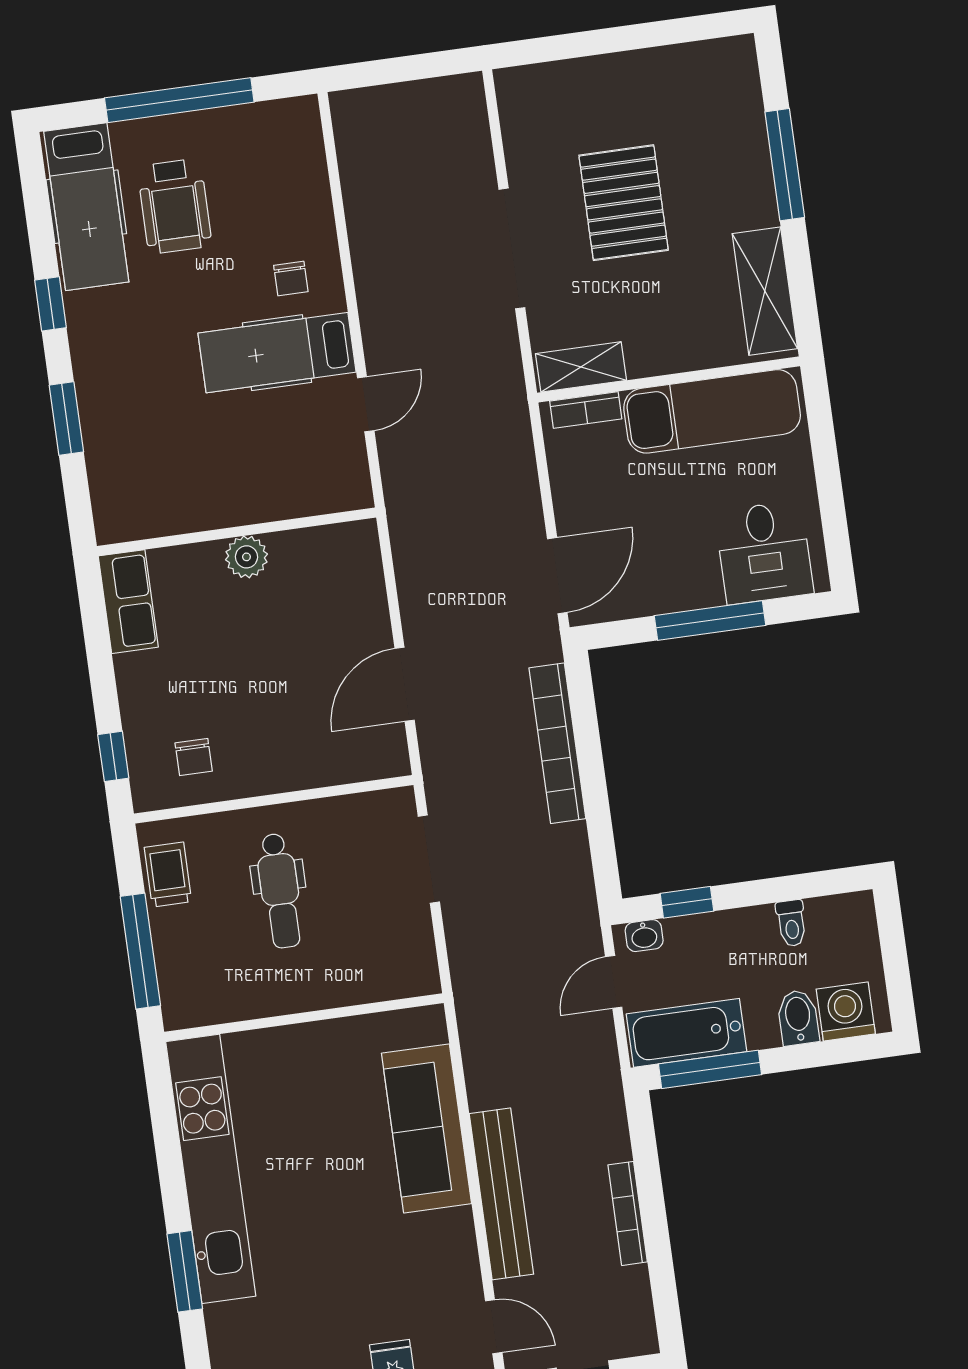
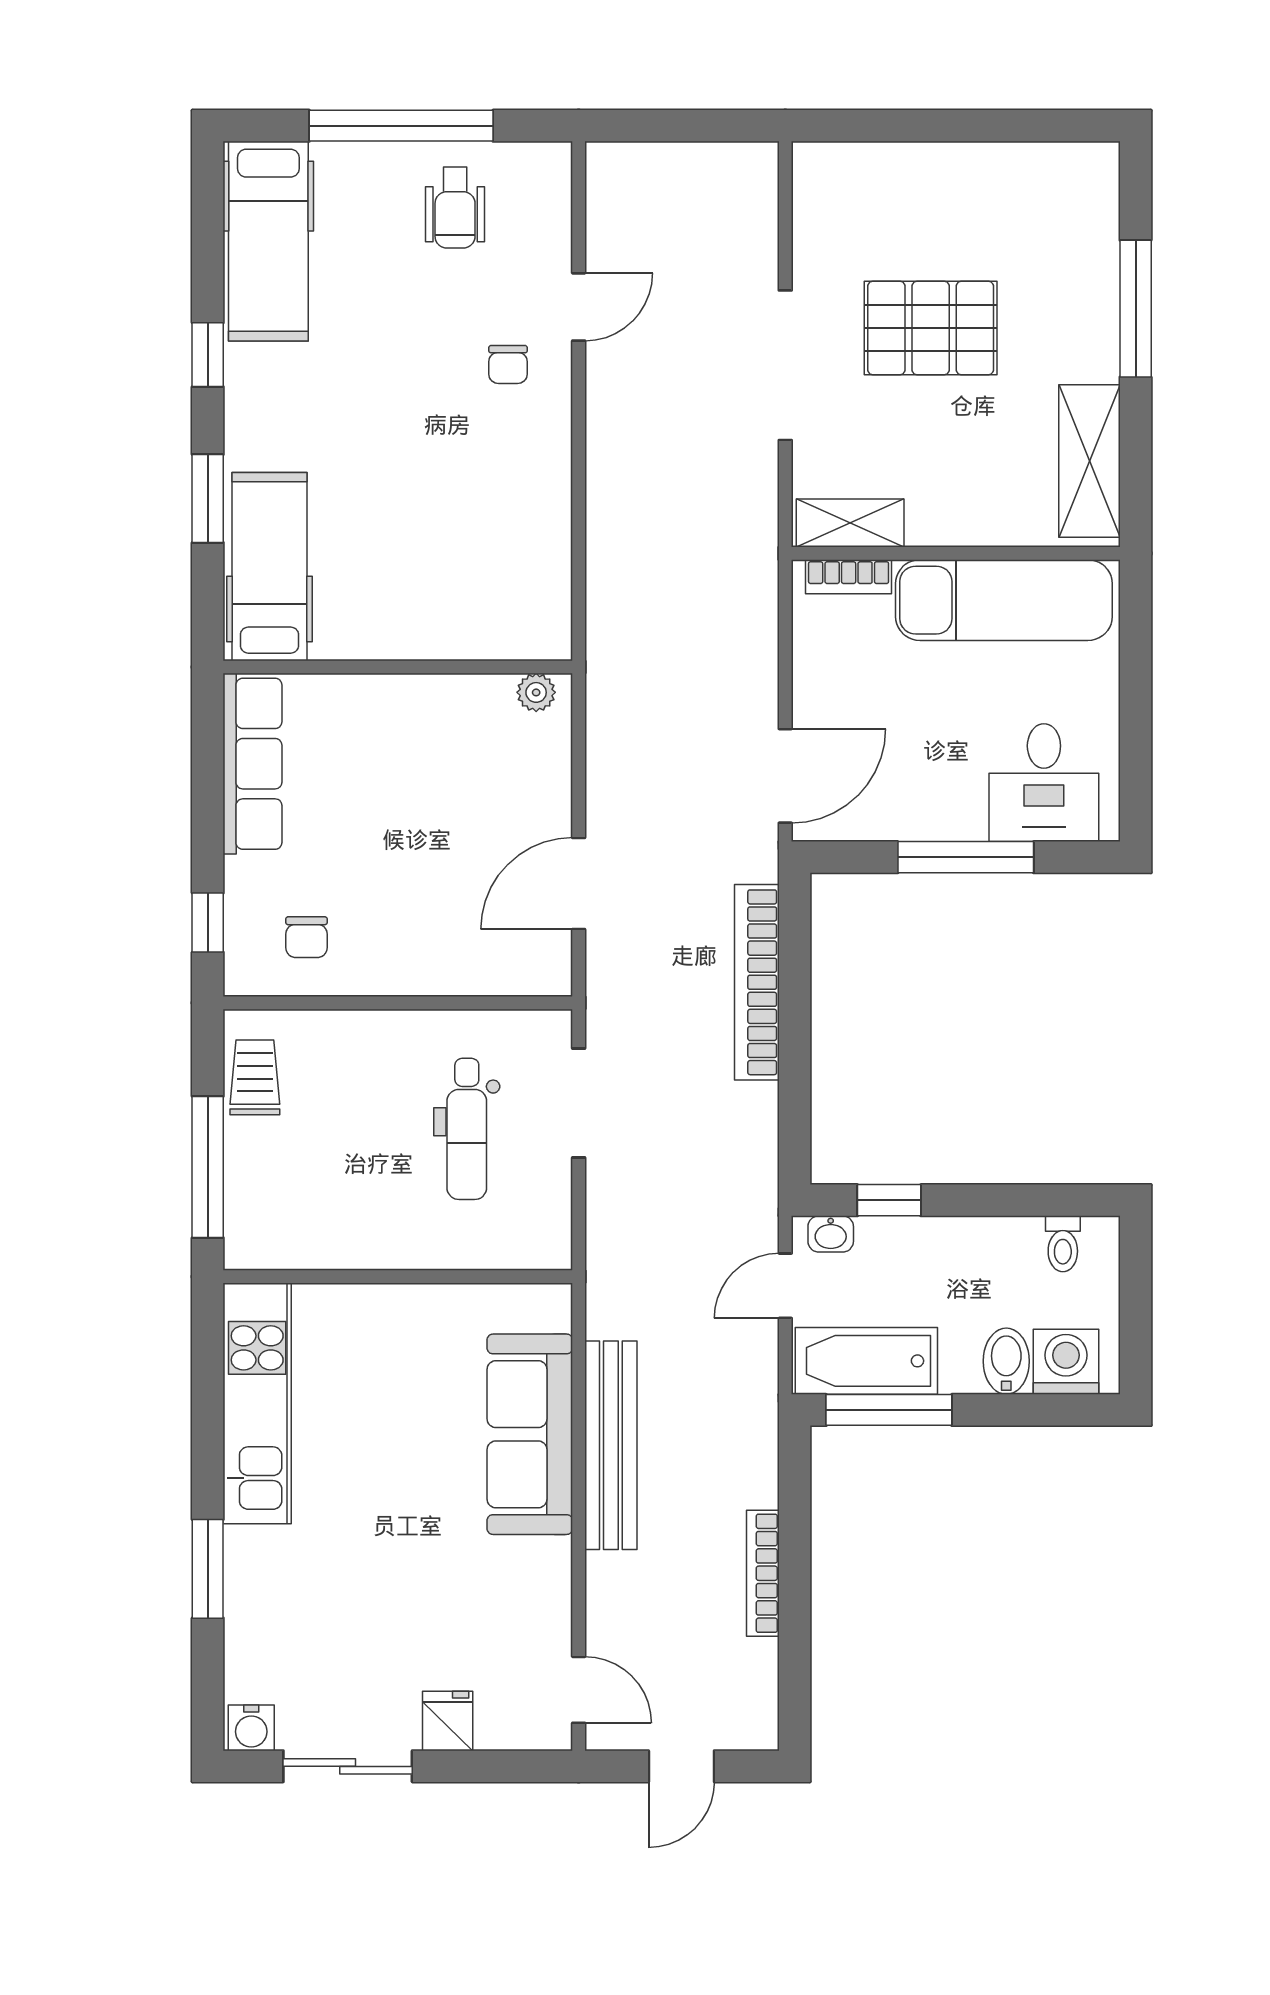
pallet: (624, 203) -> (931, 328), turned 90
wheelchair: (175, 206) -> (455, 208), moved, width x0.73, depth x0.73
hospital bed: (277, 353) -> (269, 567), moved, turned 90
door: (366, 404) -> (579, 307), moved
plant: (246, 557) -> (536, 692), moved, width x0.73, depth x0.73
row of seats: (128, 602) -> (252, 764), width x1.48
dental chair: (280, 891) -> (467, 1129), moved
toilet: (791, 923) -> (1063, 1244), moved
kitchen unit: (211, 1169) -> (257, 1403), width x0.73
bench: (501, 1194) -> (611, 1445), moved

